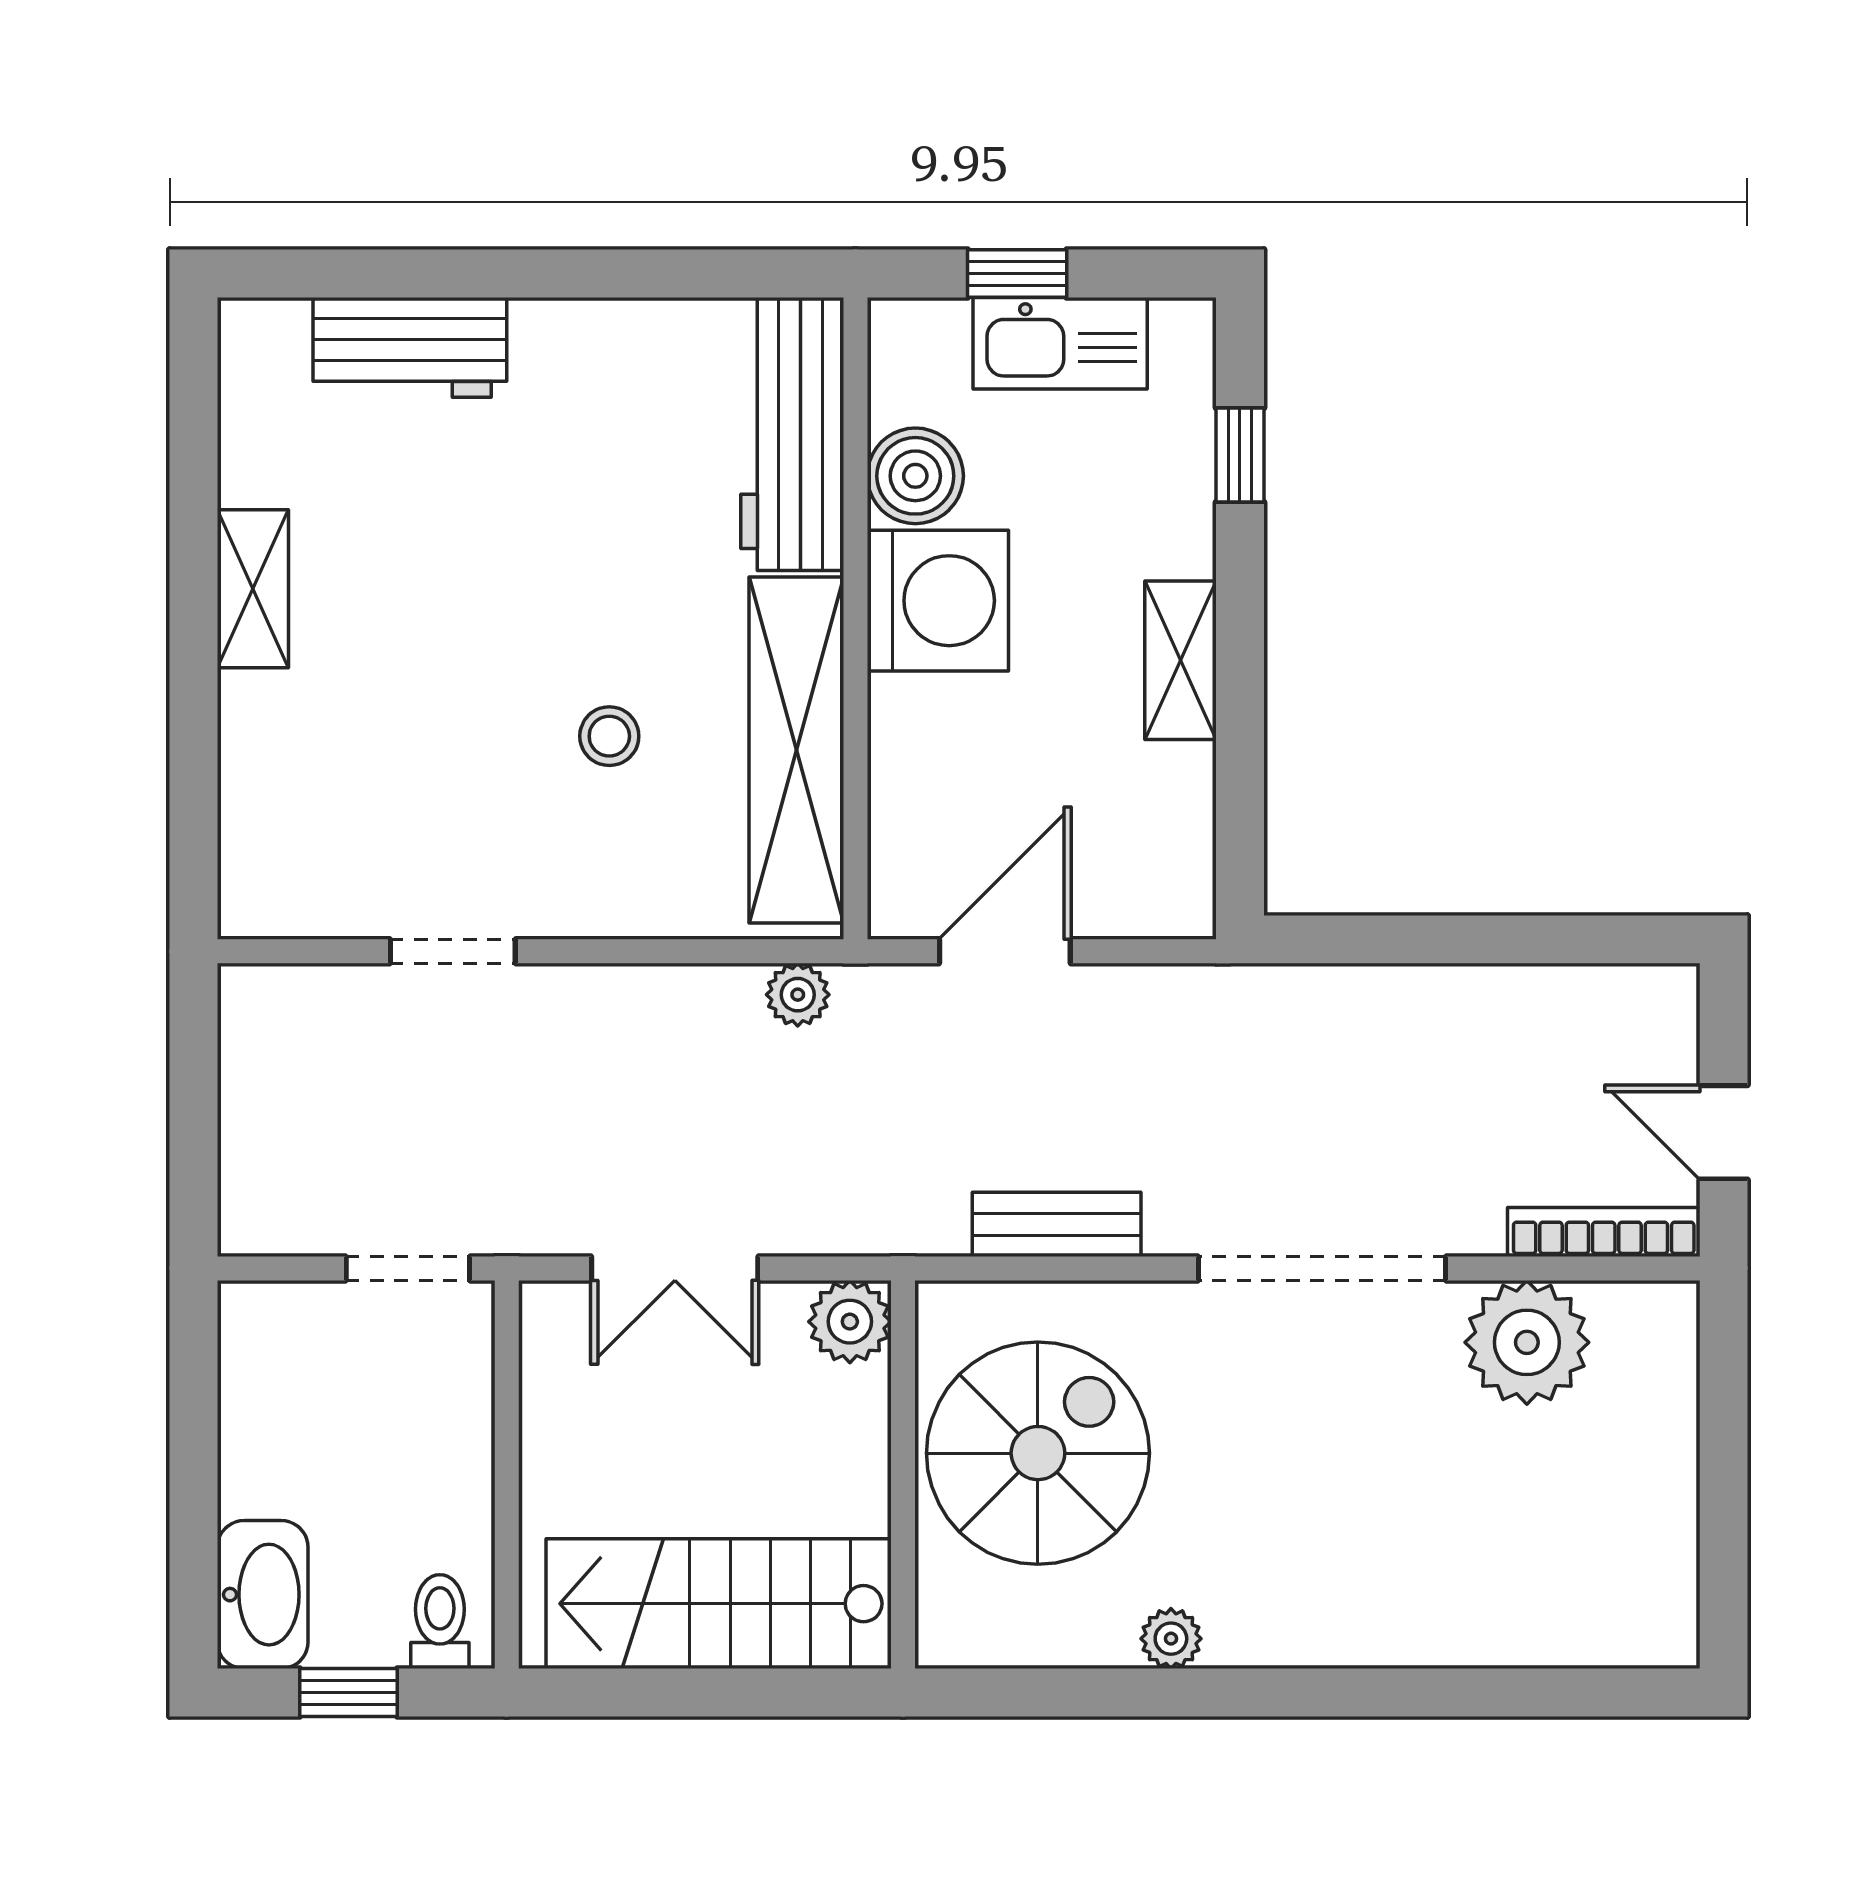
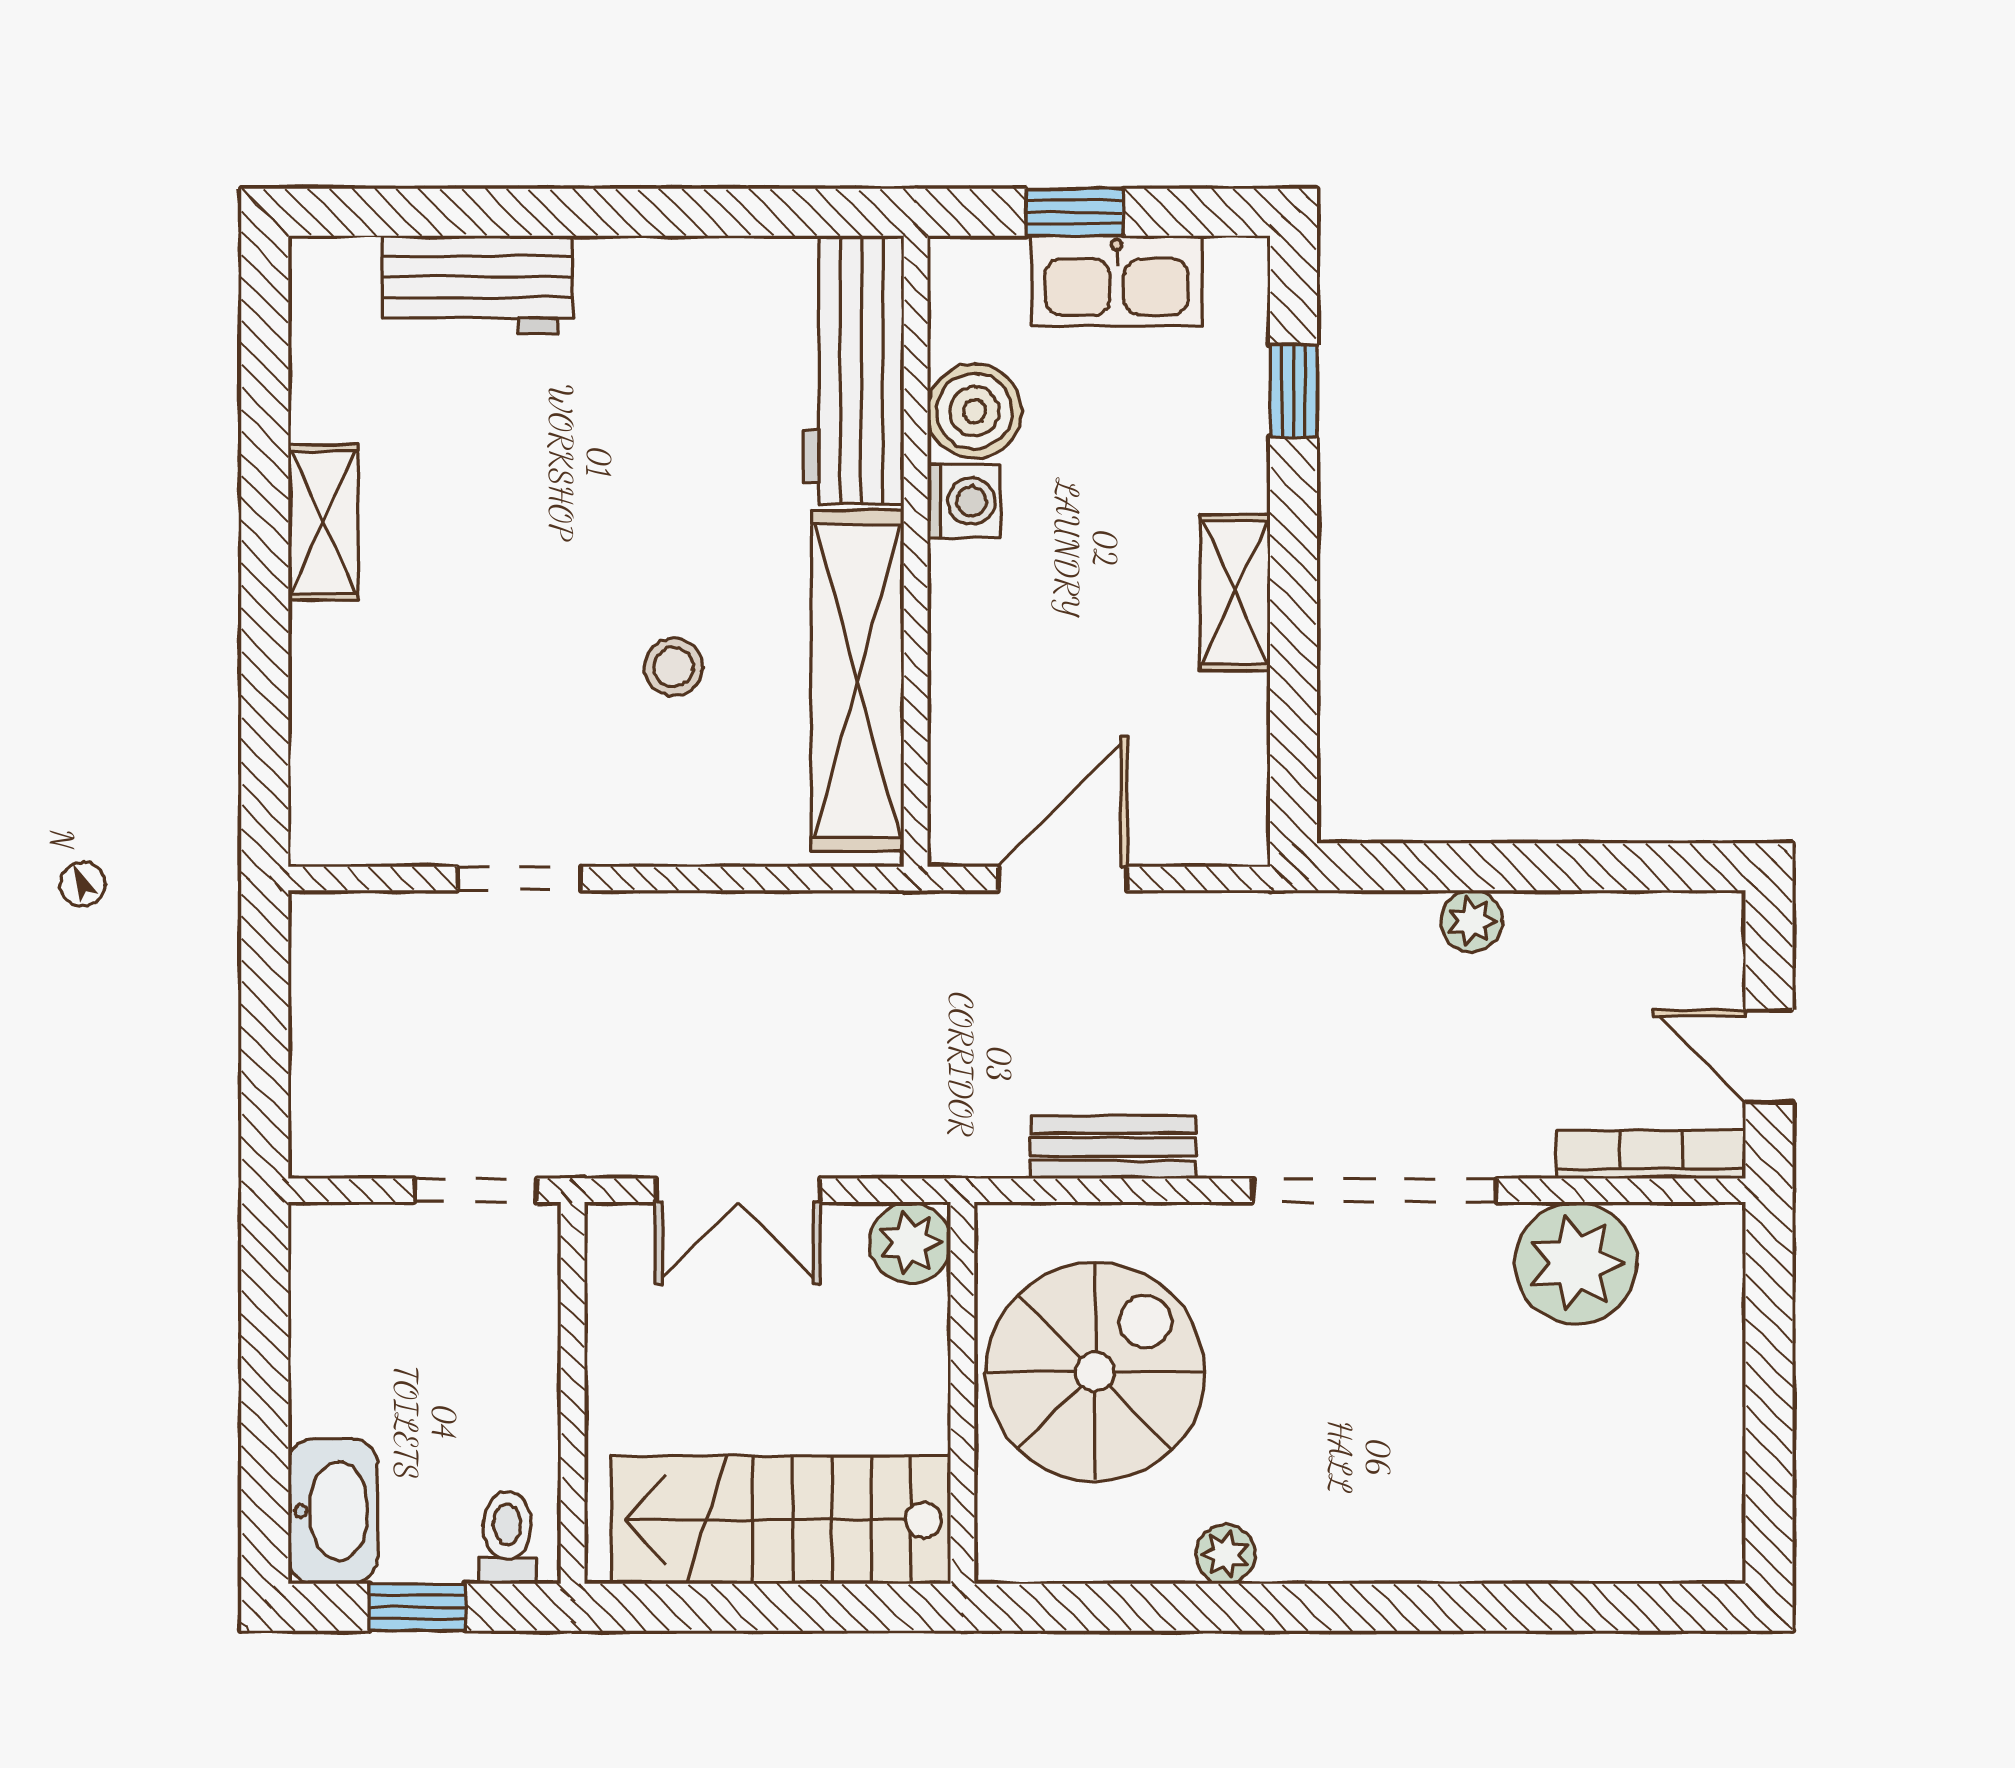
washing machine: (938, 601) -> (964, 501), width x0.53, depth x0.53
plant: (798, 995) -> (1472, 921), moved

